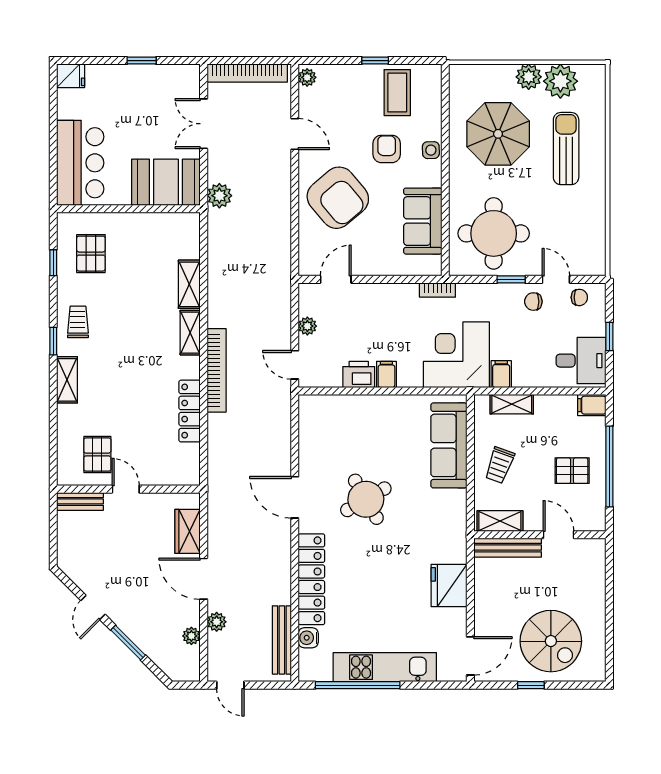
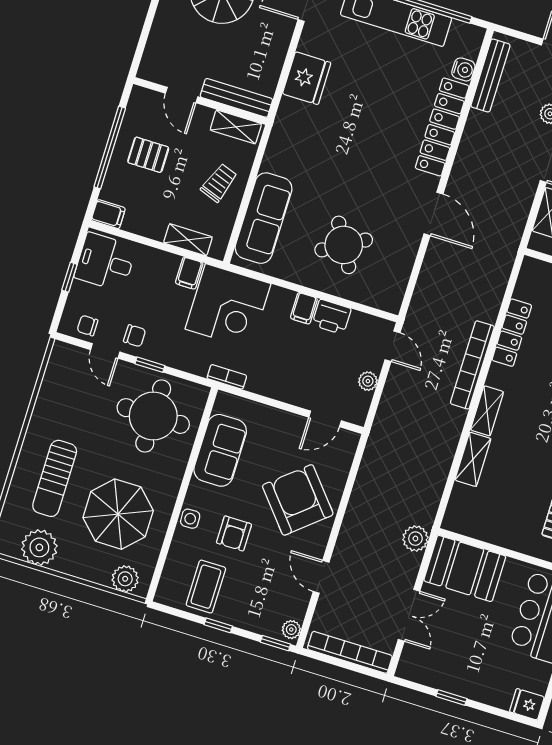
window: (318, 61) -> (275, 643), added
plant: (529, 77) -> (125, 579), moved
round table: (366, 499) -> (344, 245), moved

